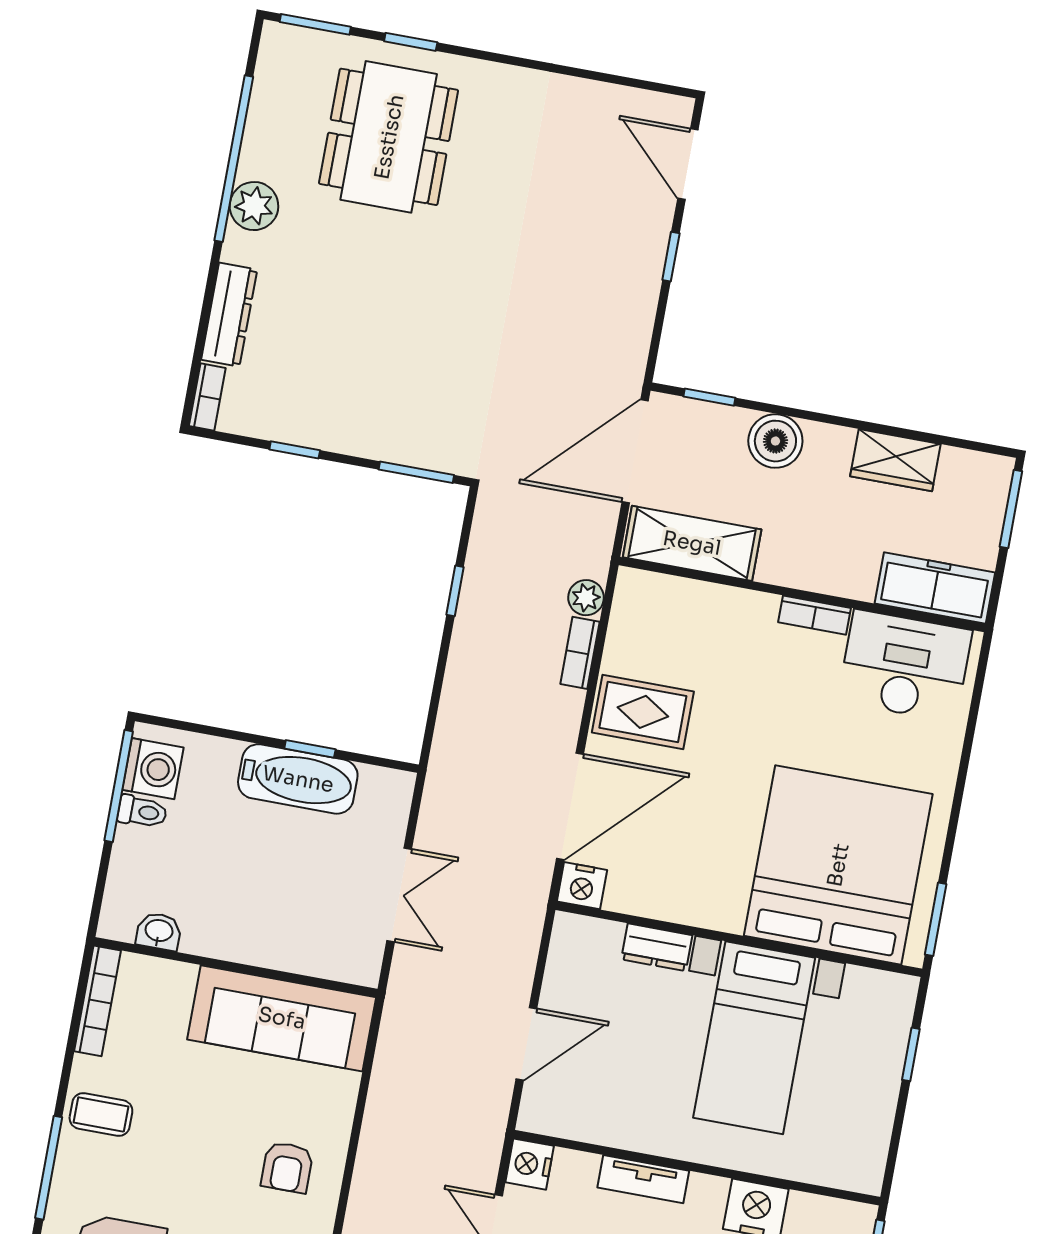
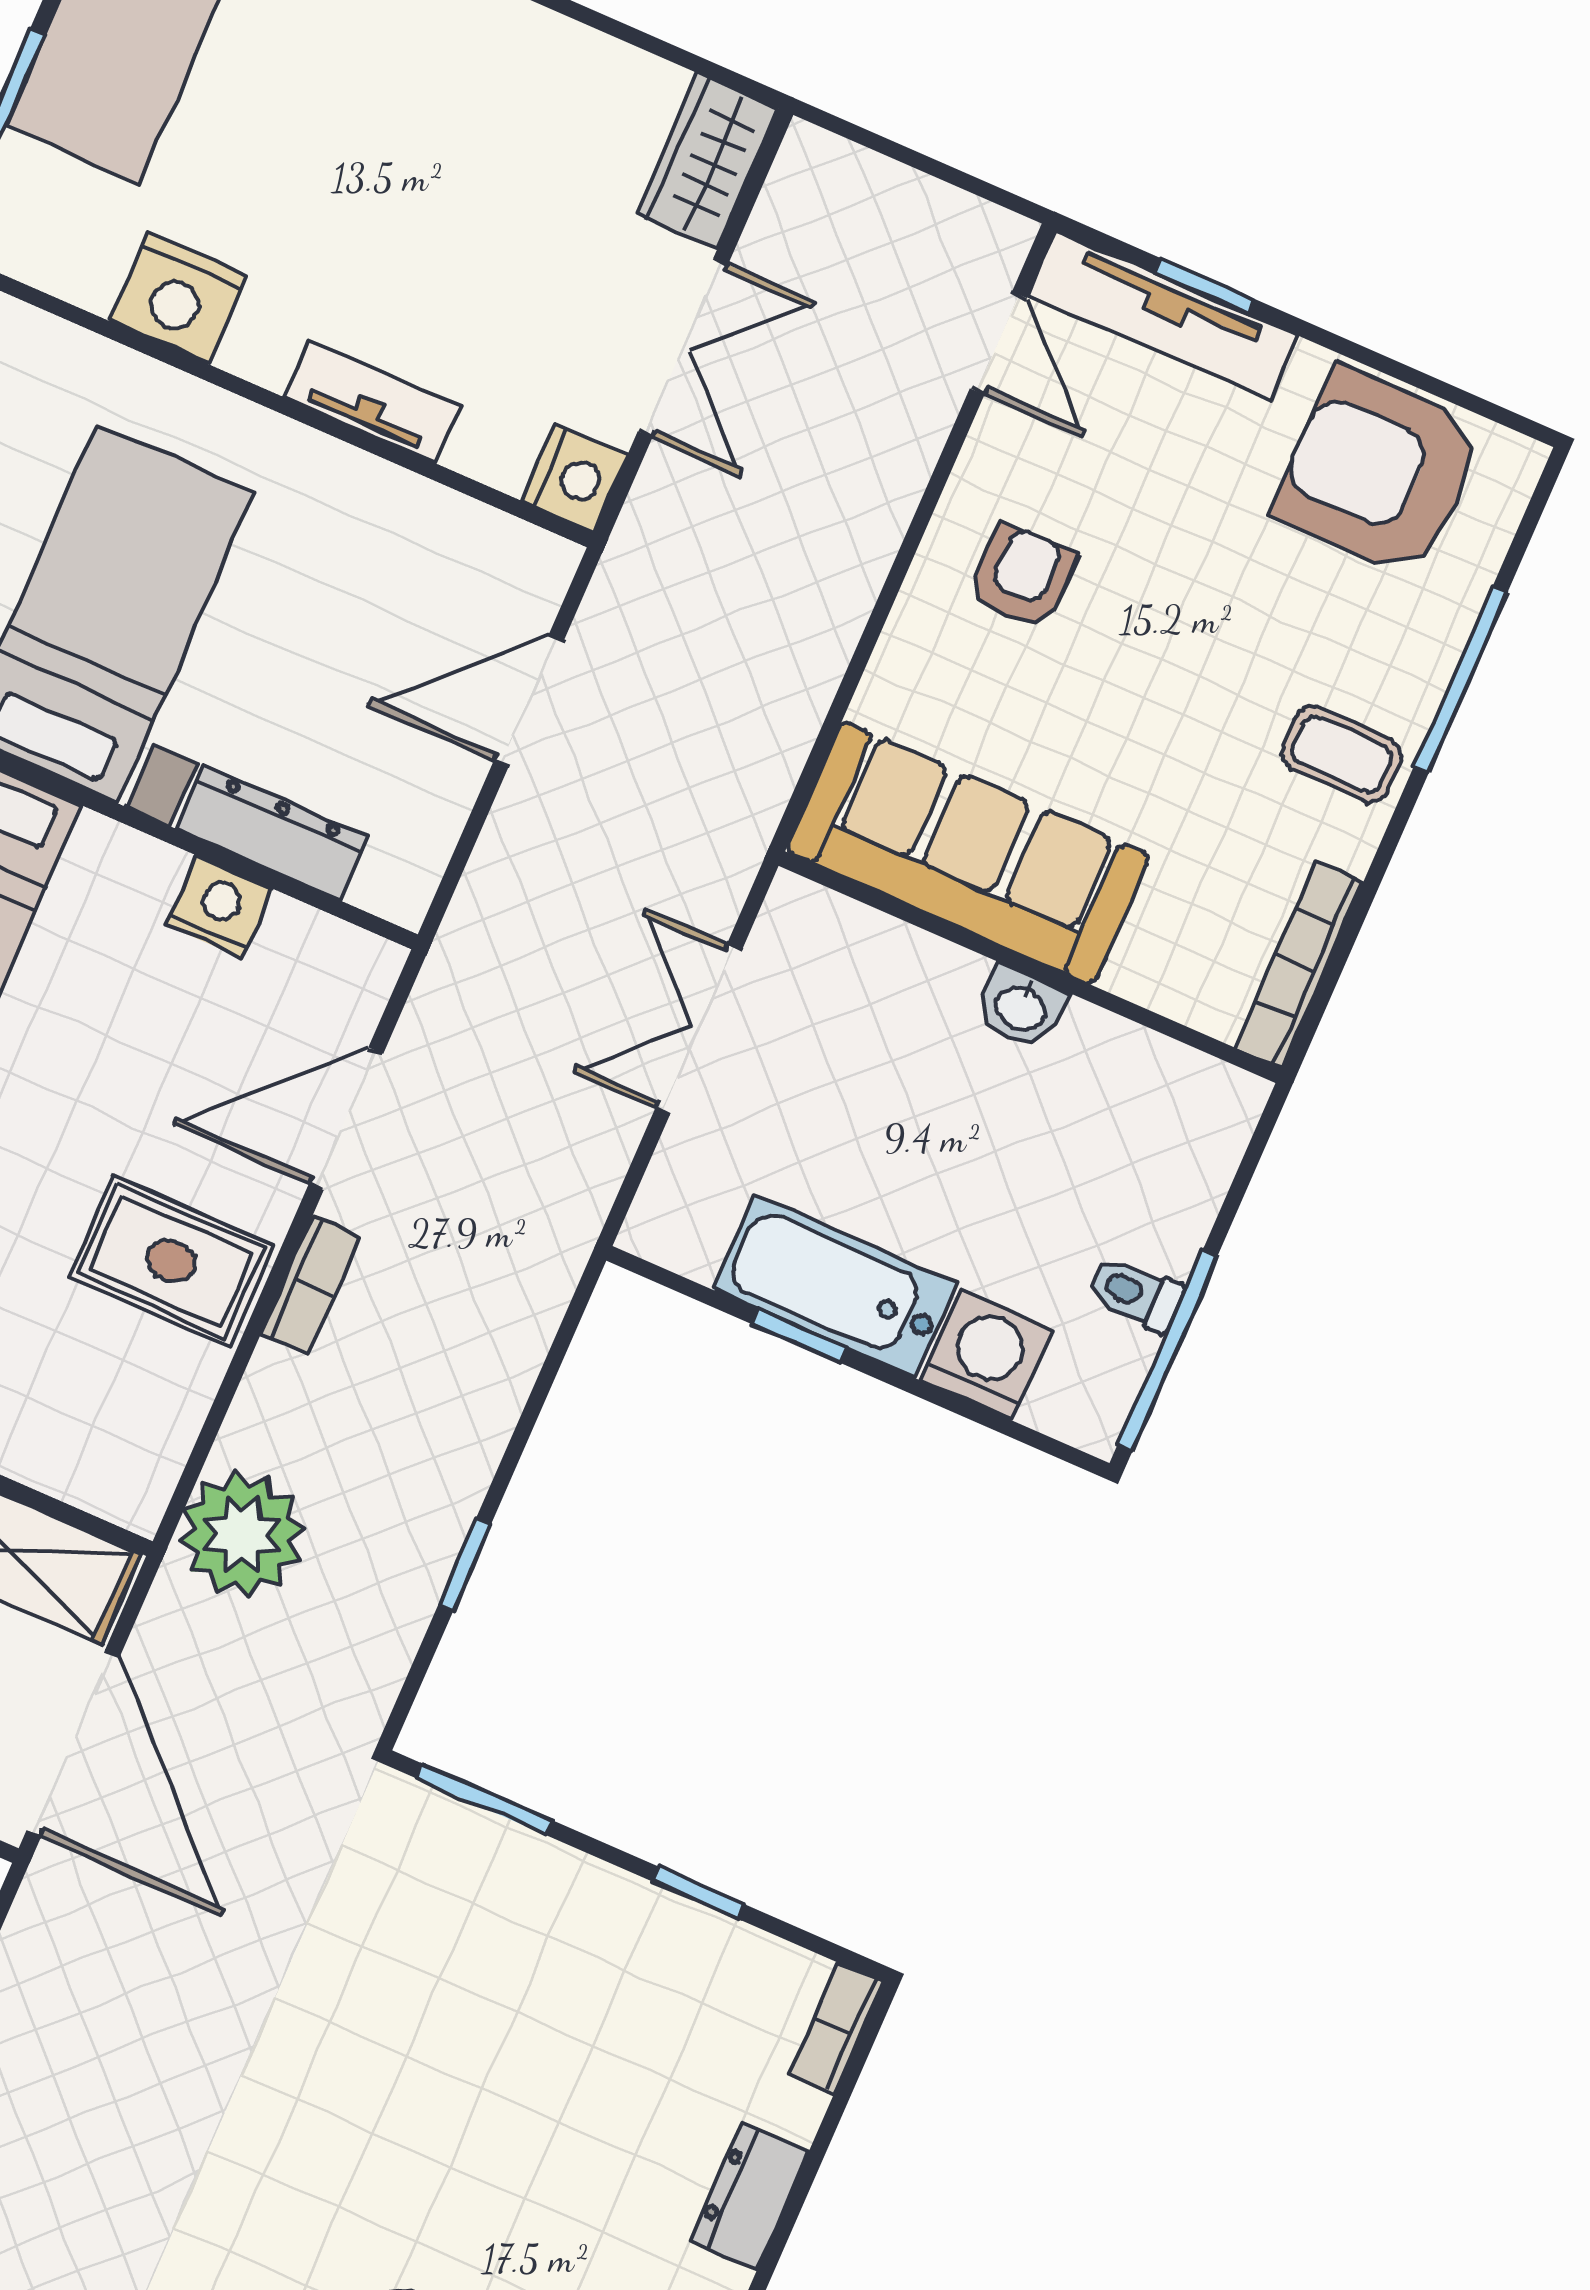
dresser: (229, 315) -> (749, 2196), width x0.70
door: (635, 451) -> (73, 1743), hinge flipped
plant: (586, 598) -> (242, 1534), width x1.88, depth x1.88
bookcase: (580, 653) -> (310, 1286), moved
washing machine: (153, 769) -> (987, 1355), moved, turned 90
door: (570, 806) -> (346, 1119), width x0.73
nightstand: (582, 886) -> (219, 907), moved
washbasin: (159, 931) -> (1021, 1007), moved
dresser: (657, 947) -> (272, 833), width x1.44

